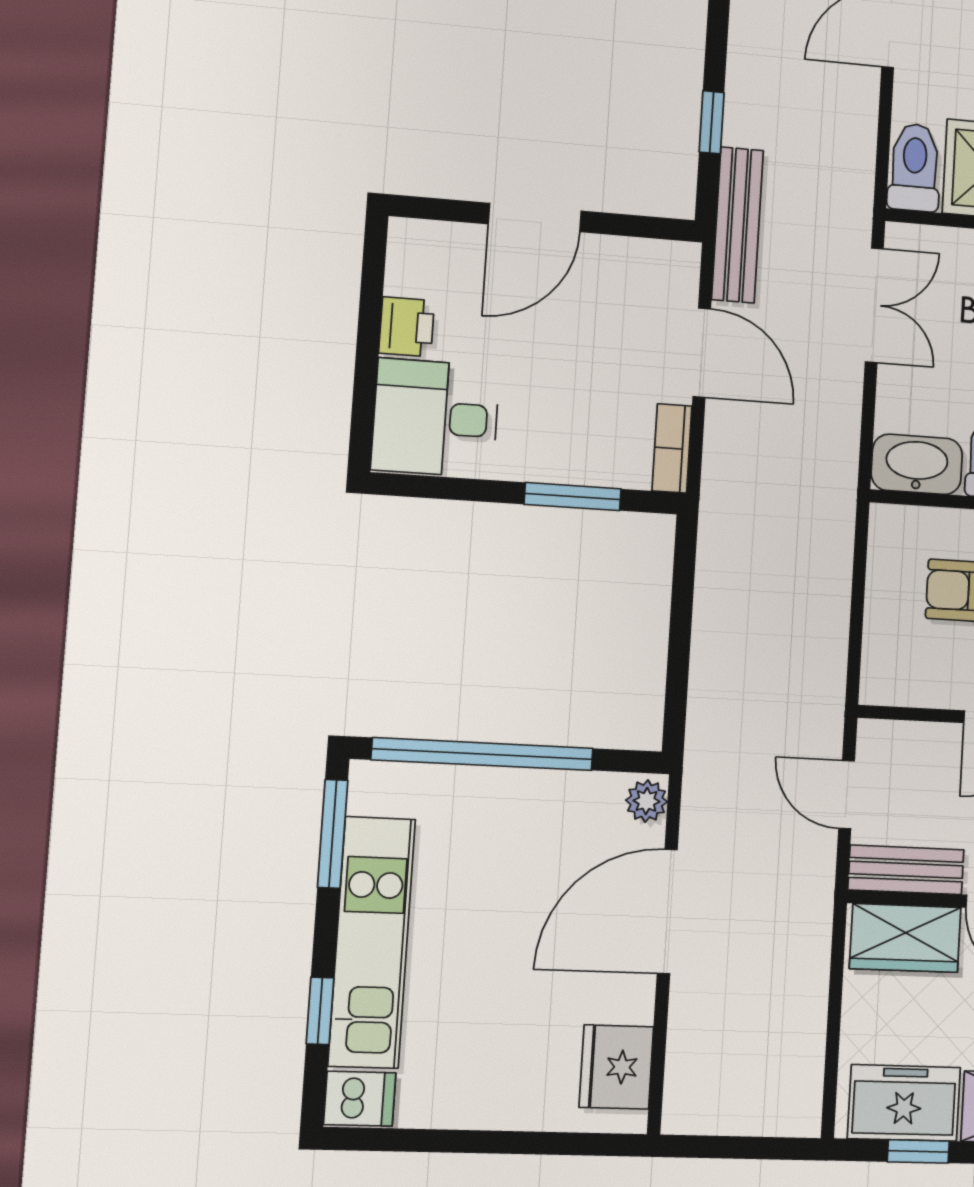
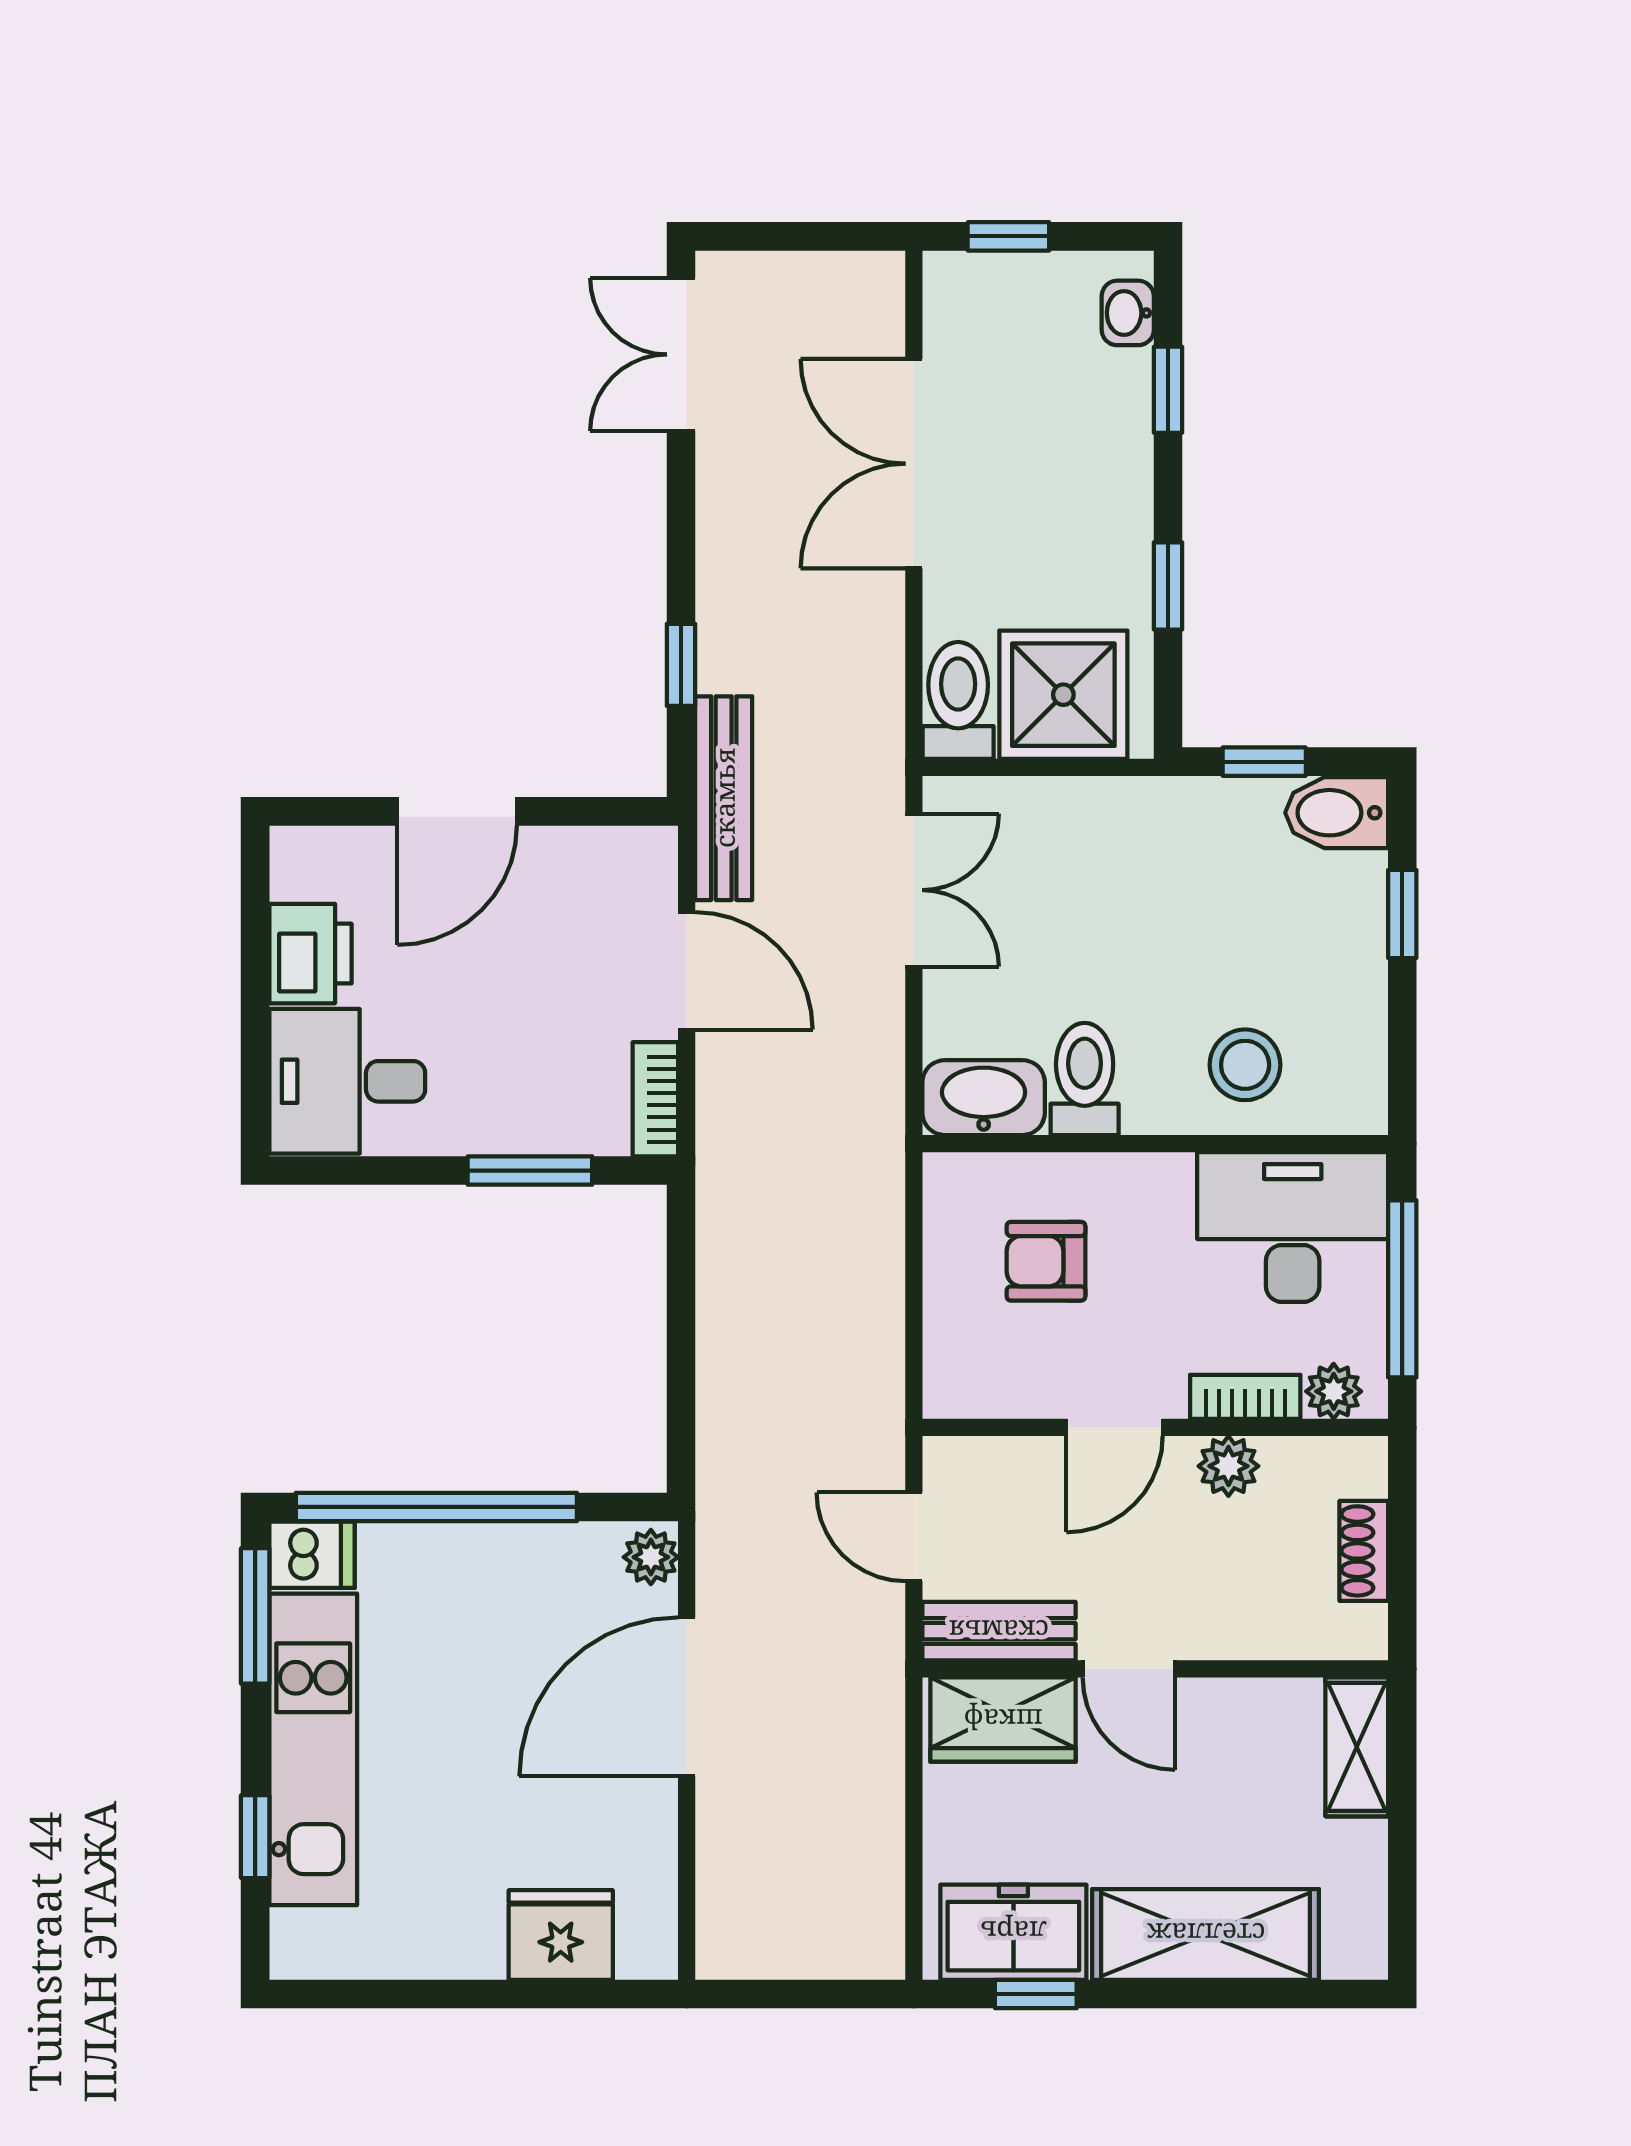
printer: (407, 327) -> (310, 954), width x1.36, depth x1.24
fridge: (616, 1067) -> (561, 1935), moved, turned 90
dishwasher: (360, 1099) -> (312, 1555), moved

